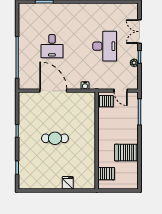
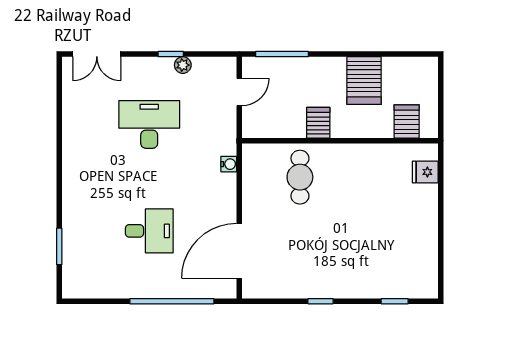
double door: (139, 32) -> (97, 54), moved
door: (53, 91) -> (239, 251), moved
server rack: (105, 101) -> (318, 123), moved
cafe table: (55, 138) -> (300, 177), moved
fridge: (68, 183) -> (425, 172), moved

